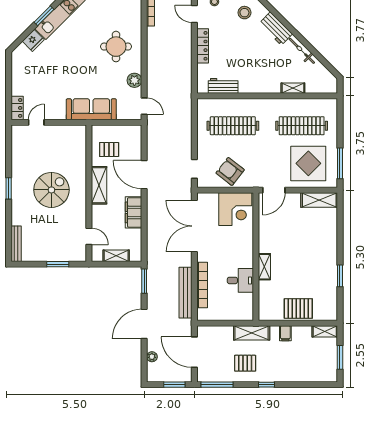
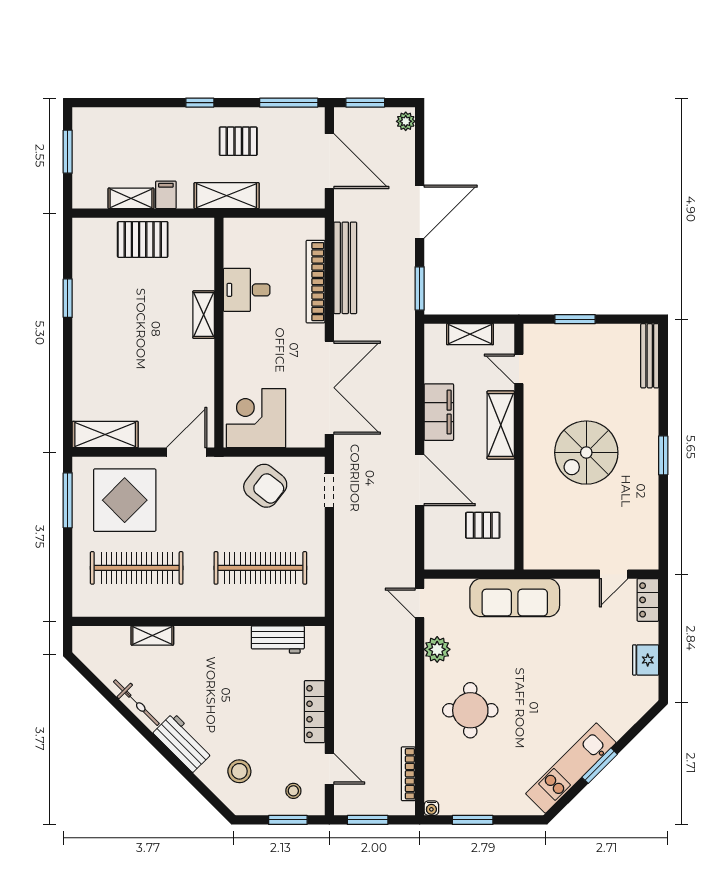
fridge: (33, 40) -> (646, 660), moved, turned -45
shelving: (99, 185) -> (501, 425), moved
shelving: (325, 331) -> (131, 198), moved
plant: (152, 357) -> (406, 121), moved

